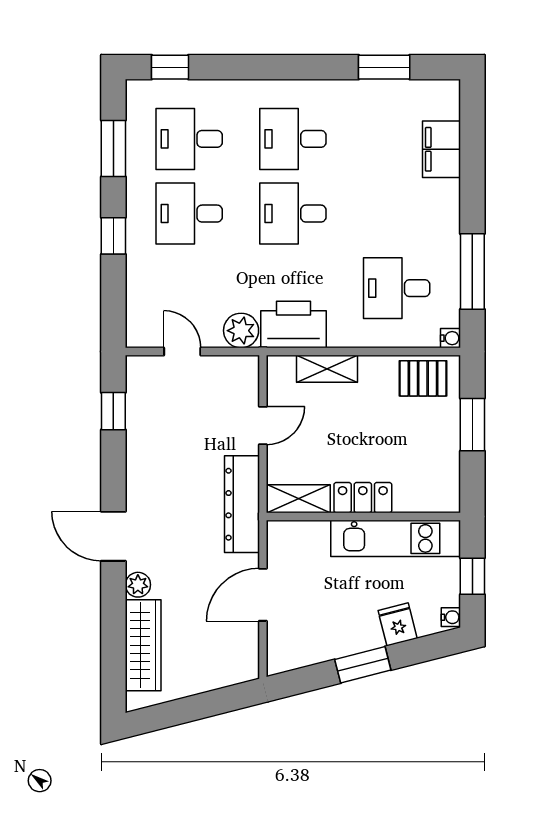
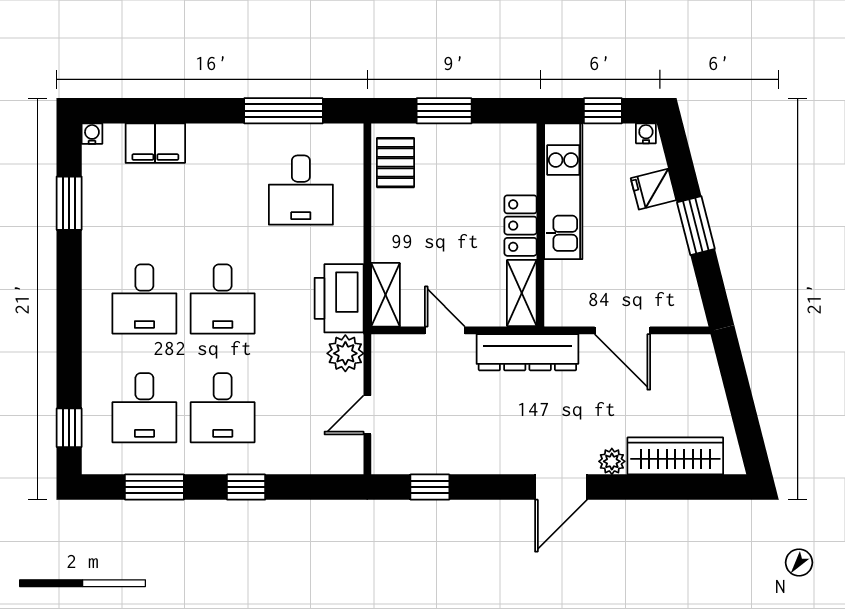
water cooler: (451, 338) -> (92, 134), moved
shelving: (327, 369) -> (385, 295), moved

